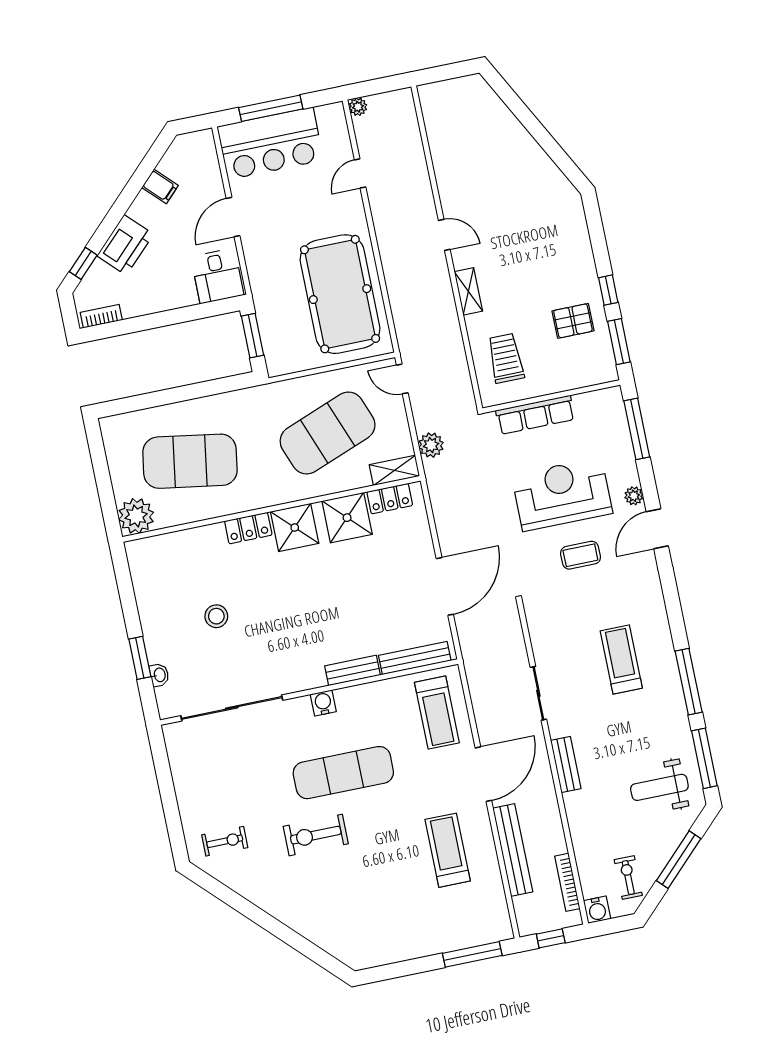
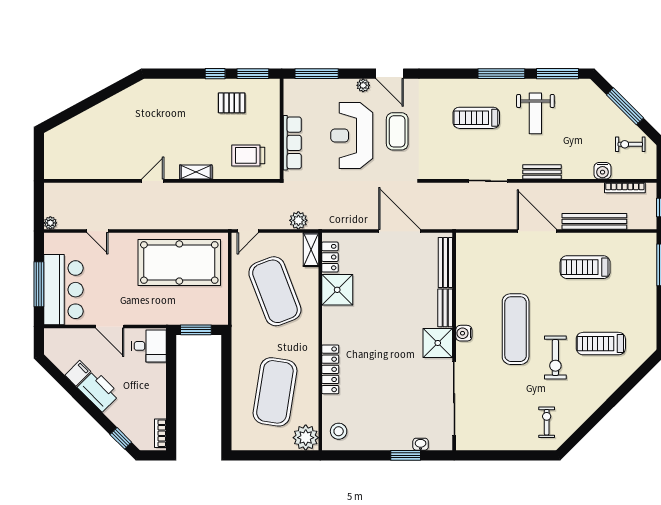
printer: (125, 245) -> (99, 391), moved
pallet: (573, 321) -> (232, 103), turned 90
shower: (295, 527) -> (438, 343), moved
locker: (248, 528) -> (330, 369), width x1.53
coffee table: (580, 555) -> (397, 131), width x1.36, depth x1.30
stool: (216, 616) -> (339, 431), moved
treadmill: (437, 713) -> (601, 344), moved, turned 180
weight bench: (659, 787) -> (535, 113), moved
water cooler: (597, 910) -> (603, 171), moved, turned 90

